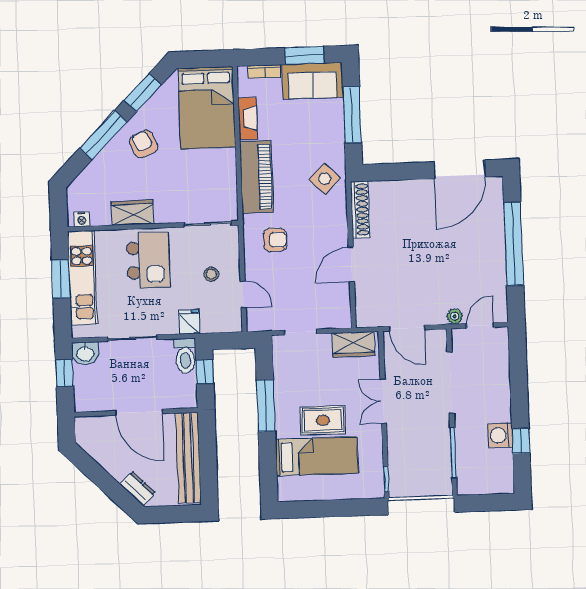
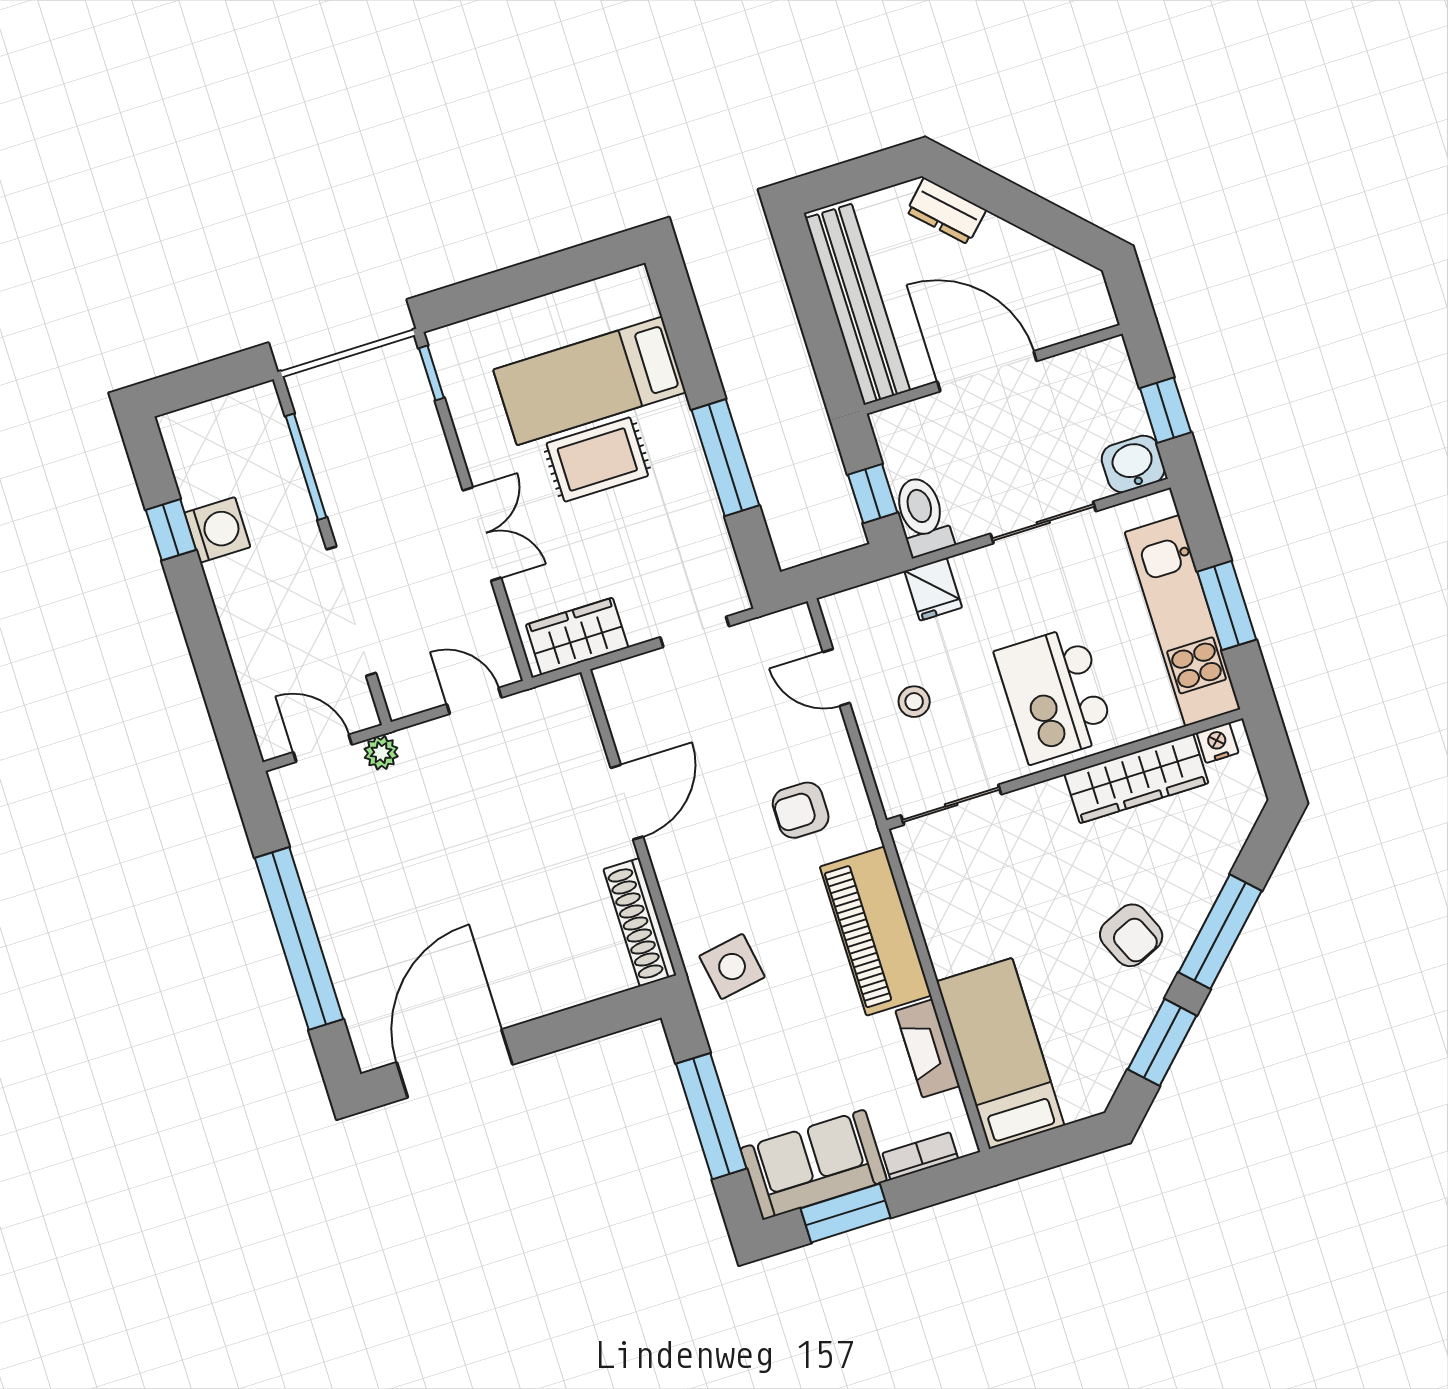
bed: (207, 108) -> (1000, 1053), width x0.67
side table: (325, 179) -> (732, 967), turned 35
wardrobe: (132, 213) -> (1136, 779), width x1.50
door: (480, 325) -> (323, 748), swing flipped
door: (407, 328) -> (474, 701), width x0.73

